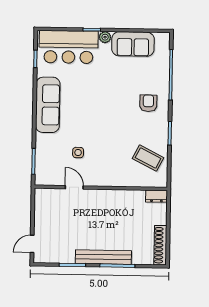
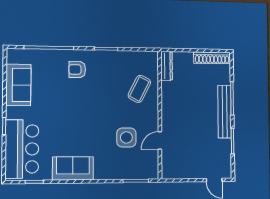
plant: (105, 37) -> (12, 113), removed
sofa: (48, 105) -> (73, 168), width x0.73
side table: (78, 153) -> (126, 137), width x1.87, depth x1.87
coffee table: (148, 158) -> (139, 89), moved
dresser: (157, 196) -> (167, 66), width x1.44

